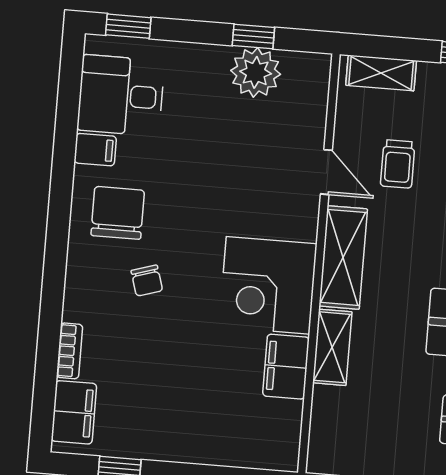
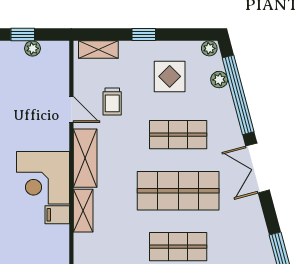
plant: (256, 72) -> (32, 48), width x0.53, depth x0.53
filing cabinet: (286, 367) -> (57, 215), width x0.50

